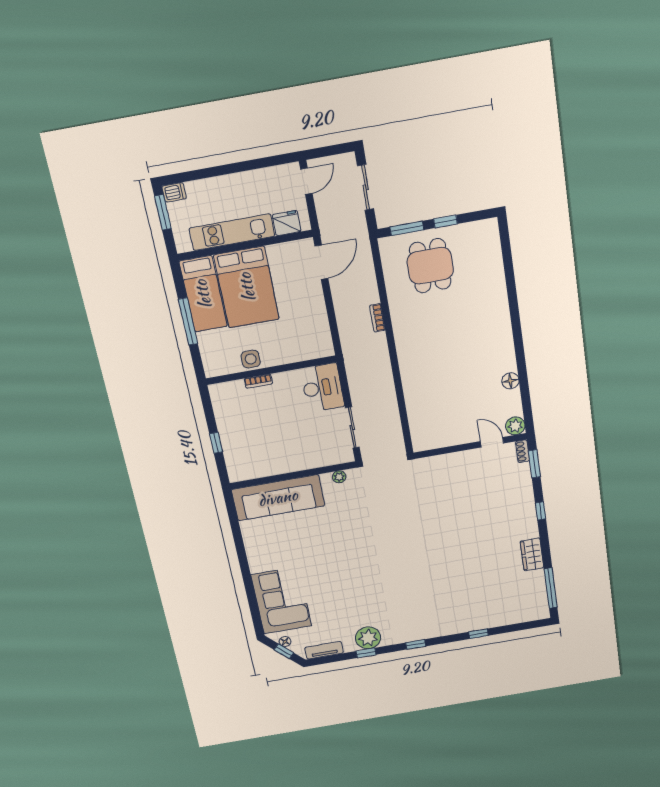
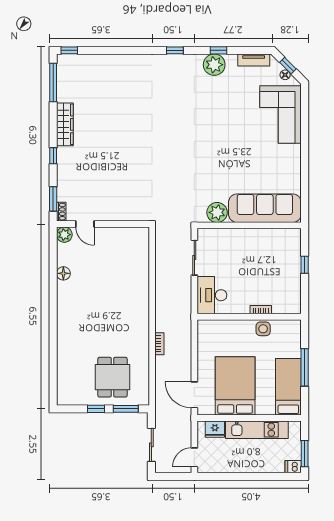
door: (321, 262) -> (194, 395), hinge flipped
bed: (247, 287) -> (235, 386), moved
plant: (339, 477) -> (217, 212), width x1.87, depth x1.87
wardrobe: (532, 554) -> (65, 124), width x1.50
window: (478, 634) -> (69, 50), moved

